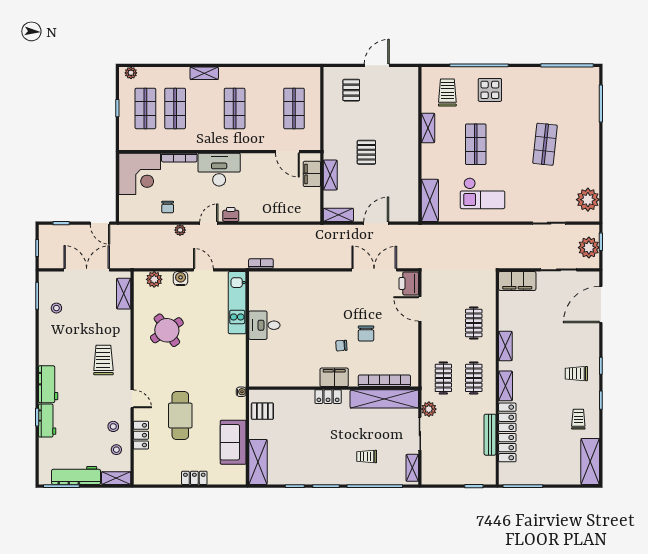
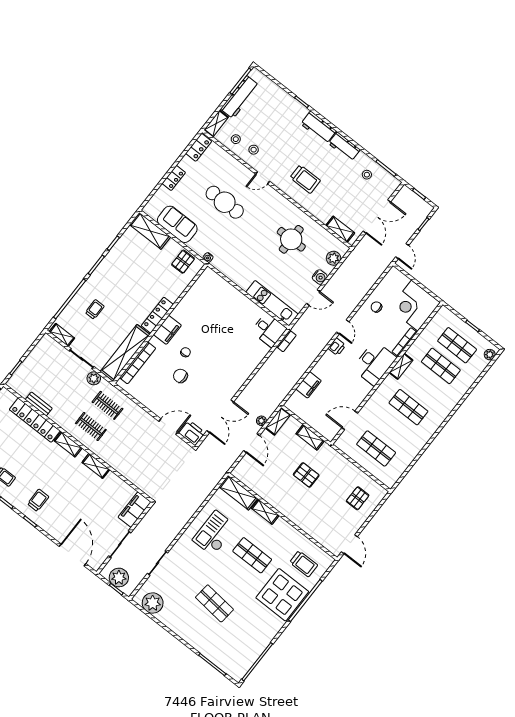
door: (377, 65) -> (349, 544), moved
shelving: (204, 73) -> (401, 366), moved
pallet: (351, 90) -> (358, 498), turned 90
display table: (490, 90) -> (282, 595), width x1.86, depth x1.86
shelving: (428, 128) -> (265, 512), moved
filing cabinet: (312, 174) -> (309, 385), moved, turned 90
door: (100, 223) -> (402, 251), swing flipped
plant: (180, 230) -> (261, 421), moved
clothes rail: (474, 323) -> (129, 456), removed
desk: (264, 325) -> (269, 330), moved, turned 90
round table: (167, 330) -> (291, 239), turned 34
locker: (328, 397) -> (157, 315), width x1.53
workbench: (47, 421) -> (344, 146), moved
locker: (141, 435) -> (199, 147), moved, turned -90
bench: (490, 435) -> (39, 404), width x0.73

